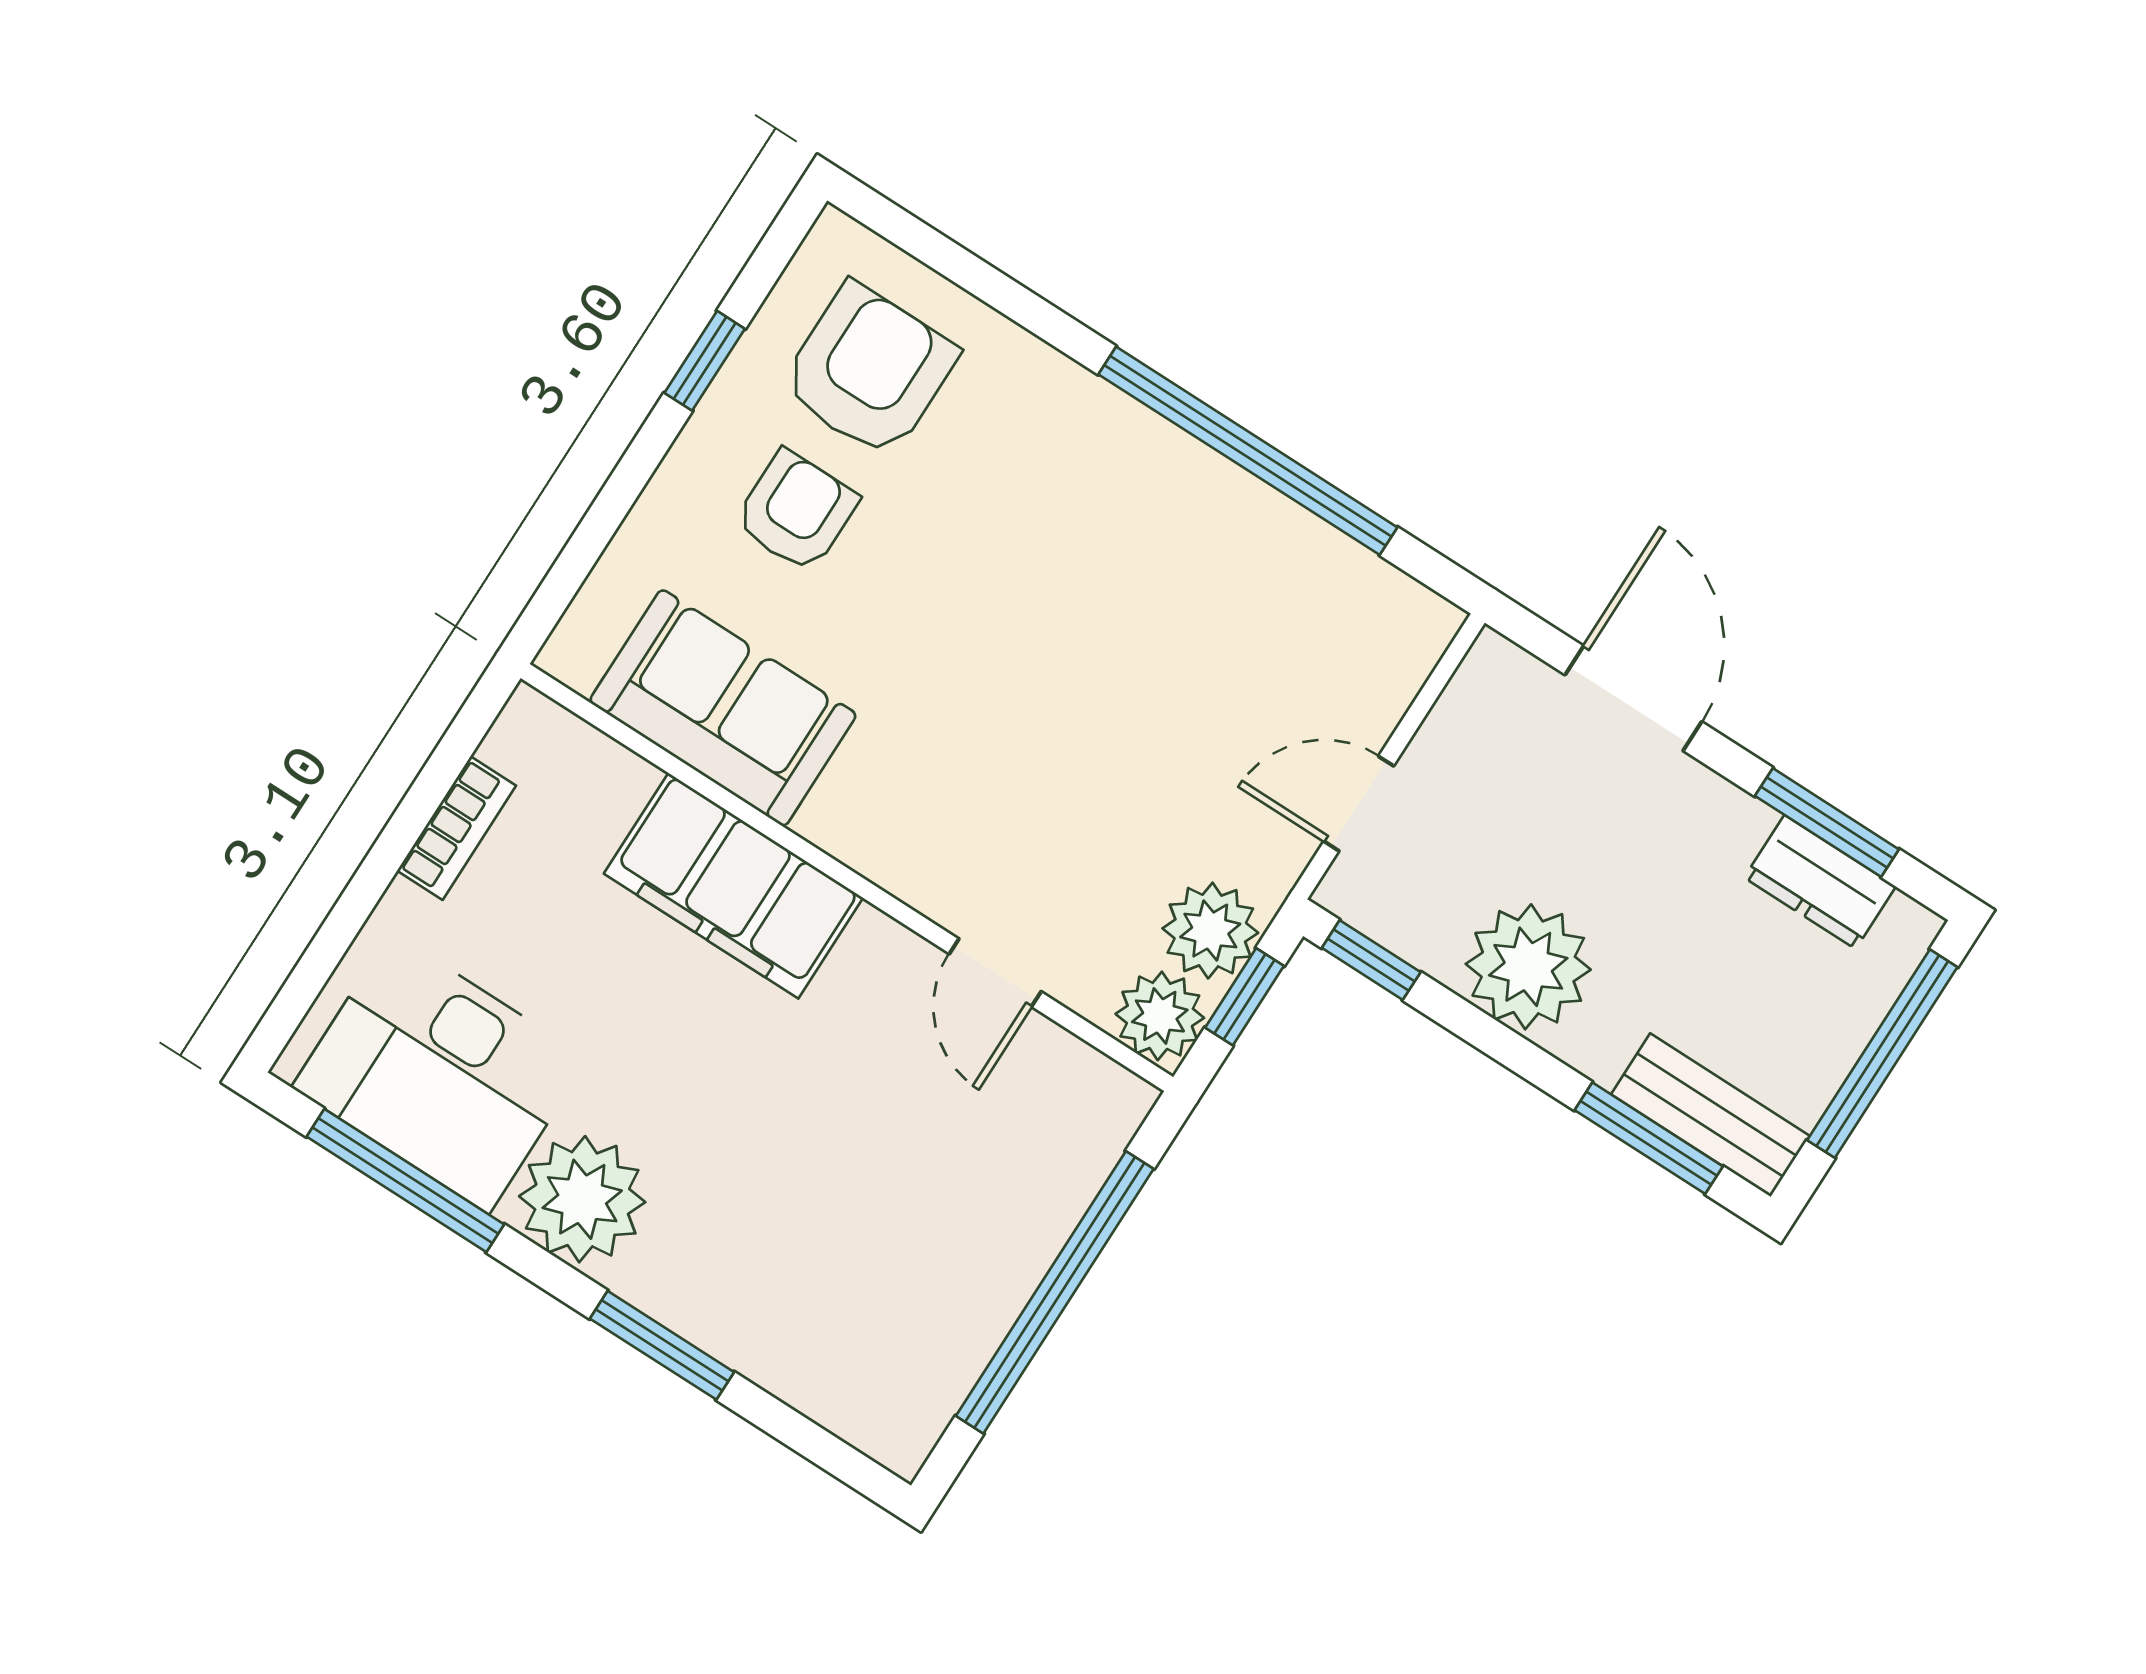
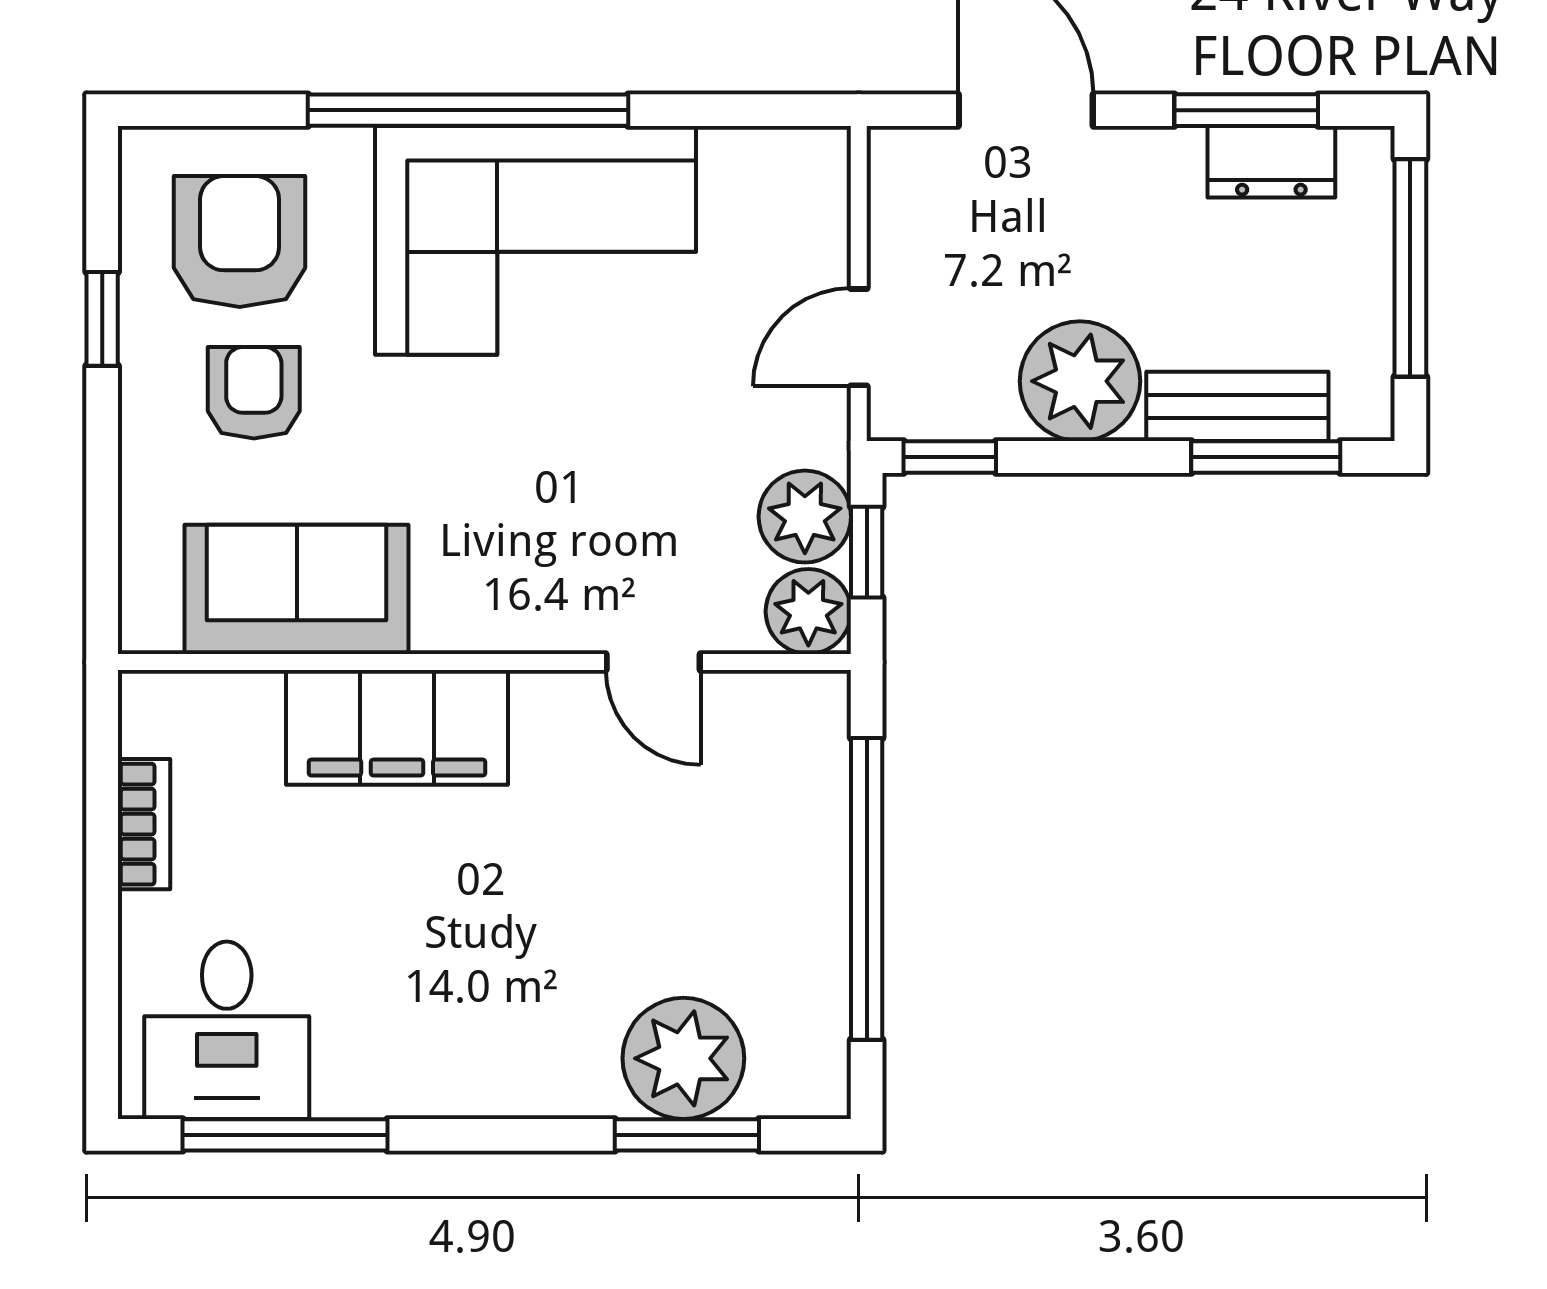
window: (1248, 451) -> (468, 110), moved
corner sofa: (1130, 536) -> (536, 240), added
desk: (440, 1073) -> (227, 1030), width x0.73
bench: (1710, 1115) -> (1237, 406), moved
plant: (582, 1199) -> (683, 1058), moved
window: (662, 1345) -> (687, 1135), moved

